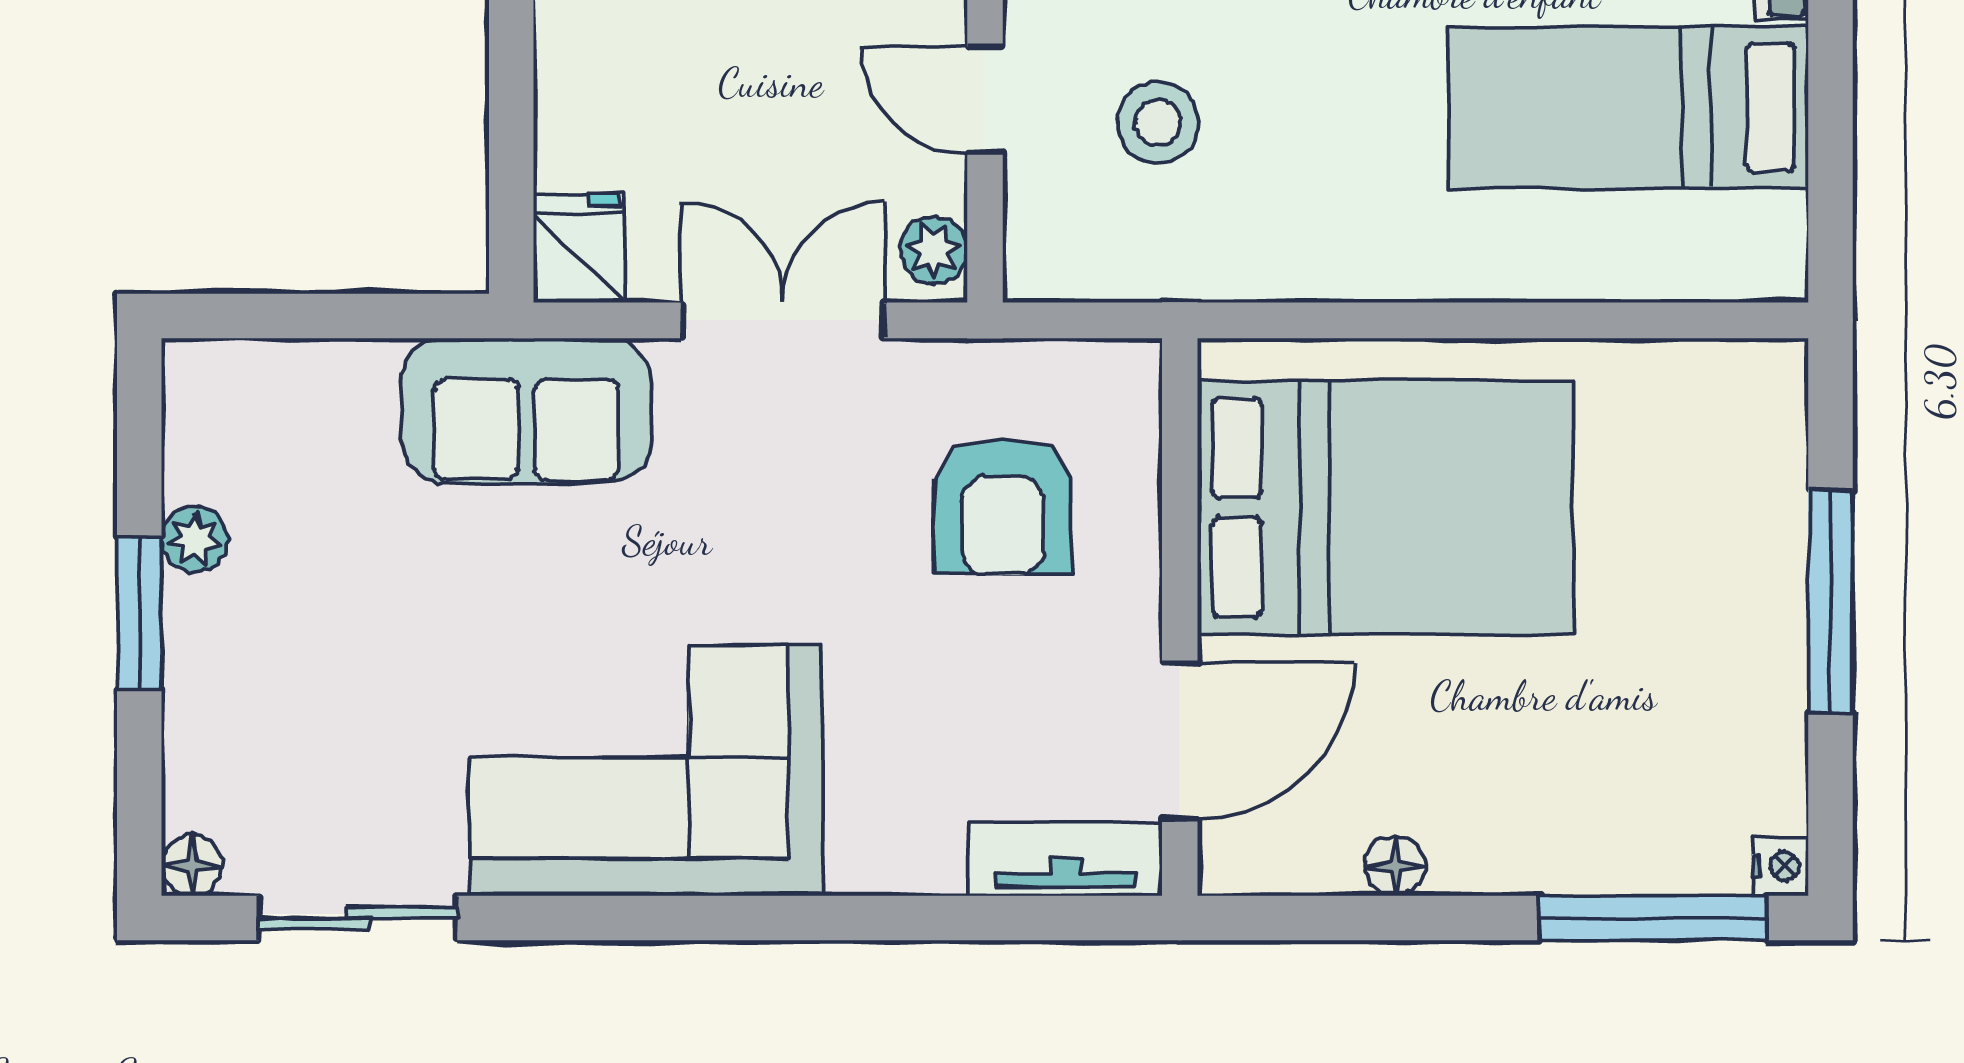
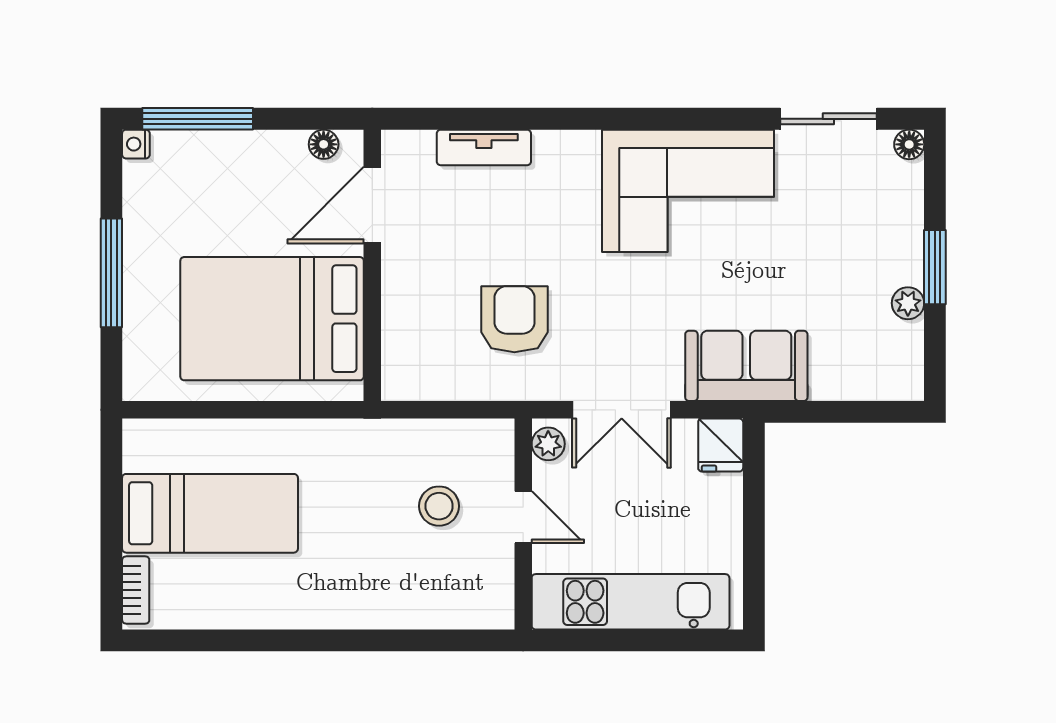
bed: (1386, 508) -> (272, 319), moved
wall: (1180, 617) -> (372, 265), moved
door: (1180, 741) -> (372, 205), moved

